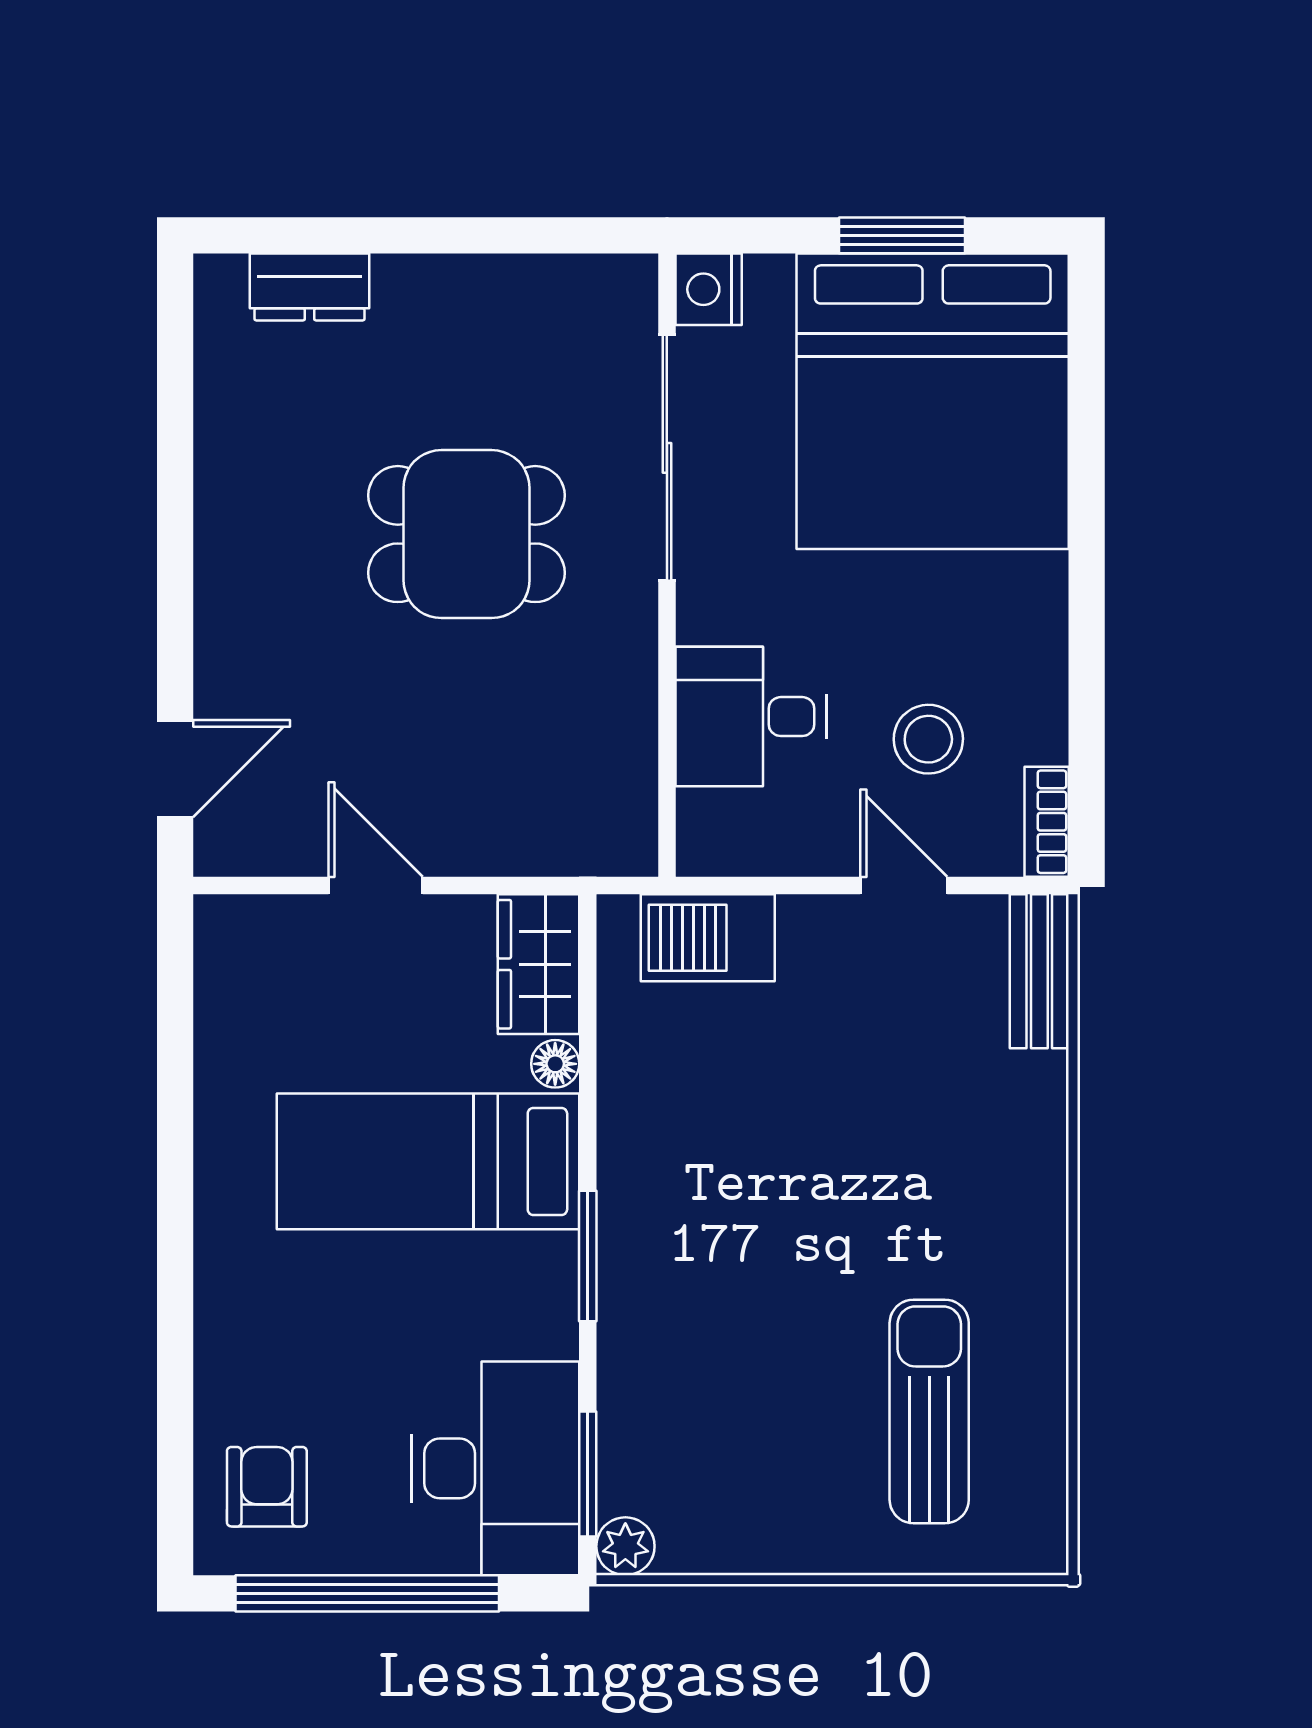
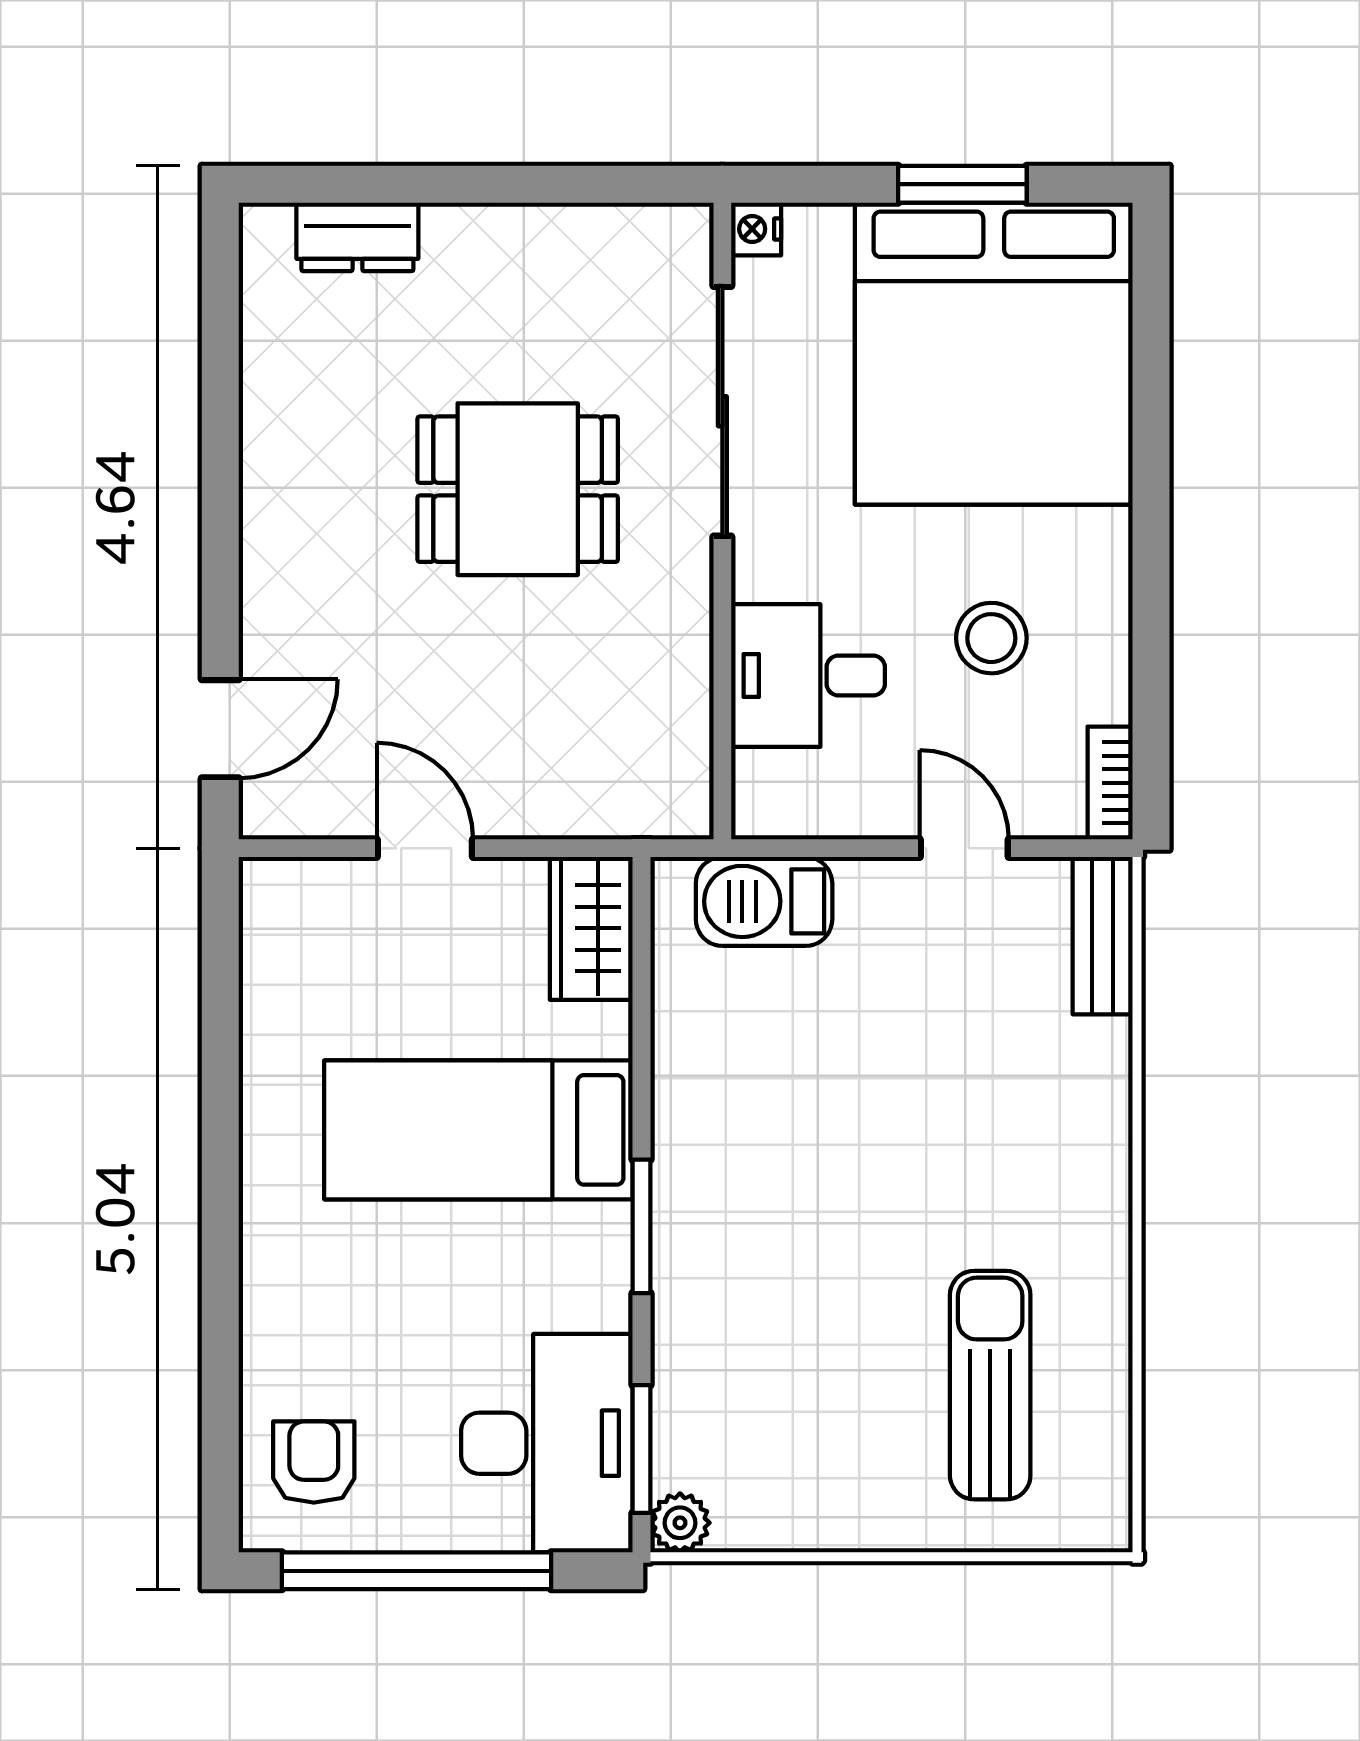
nightstand: (709, 289) -> (756, 229), width x0.72, depth x0.74
stool: (928, 739) -> (991, 638), moved
floor lamp: (555, 1064) -> (608, 1030), removed

